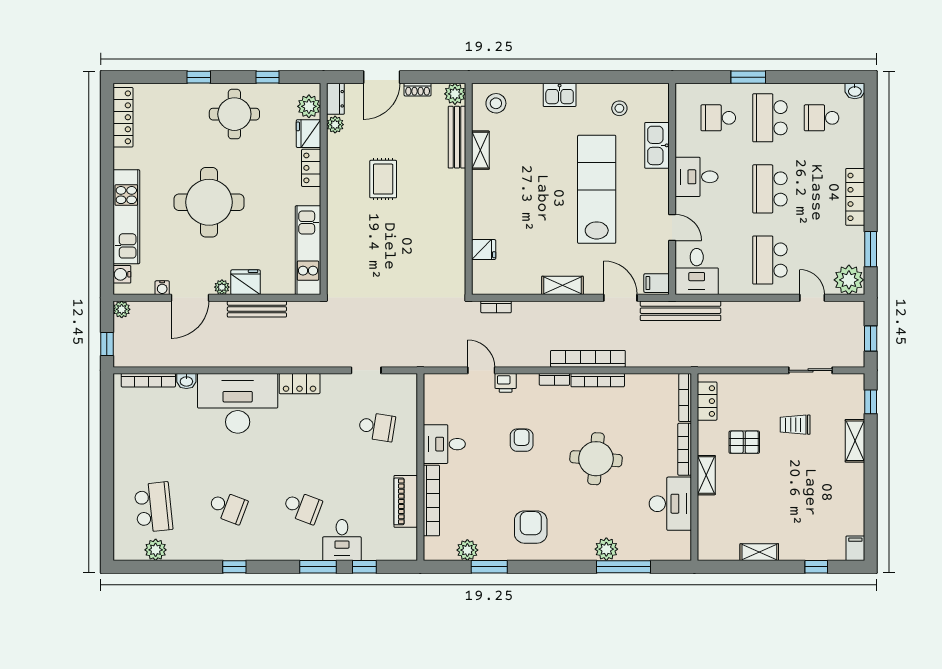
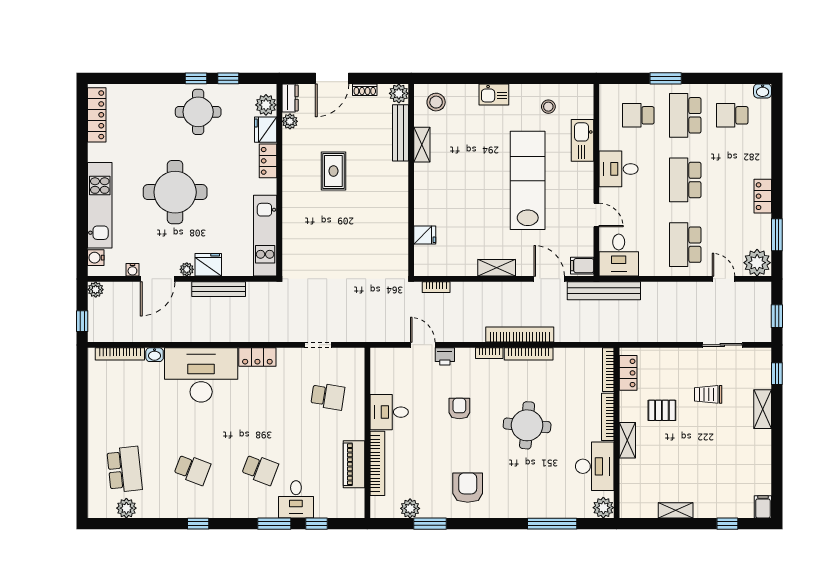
window: (199, 77) -> (196, 78), moved
locker: (855, 197) -> (763, 196), width x0.66
plant: (606, 549) -> (603, 508), moved

